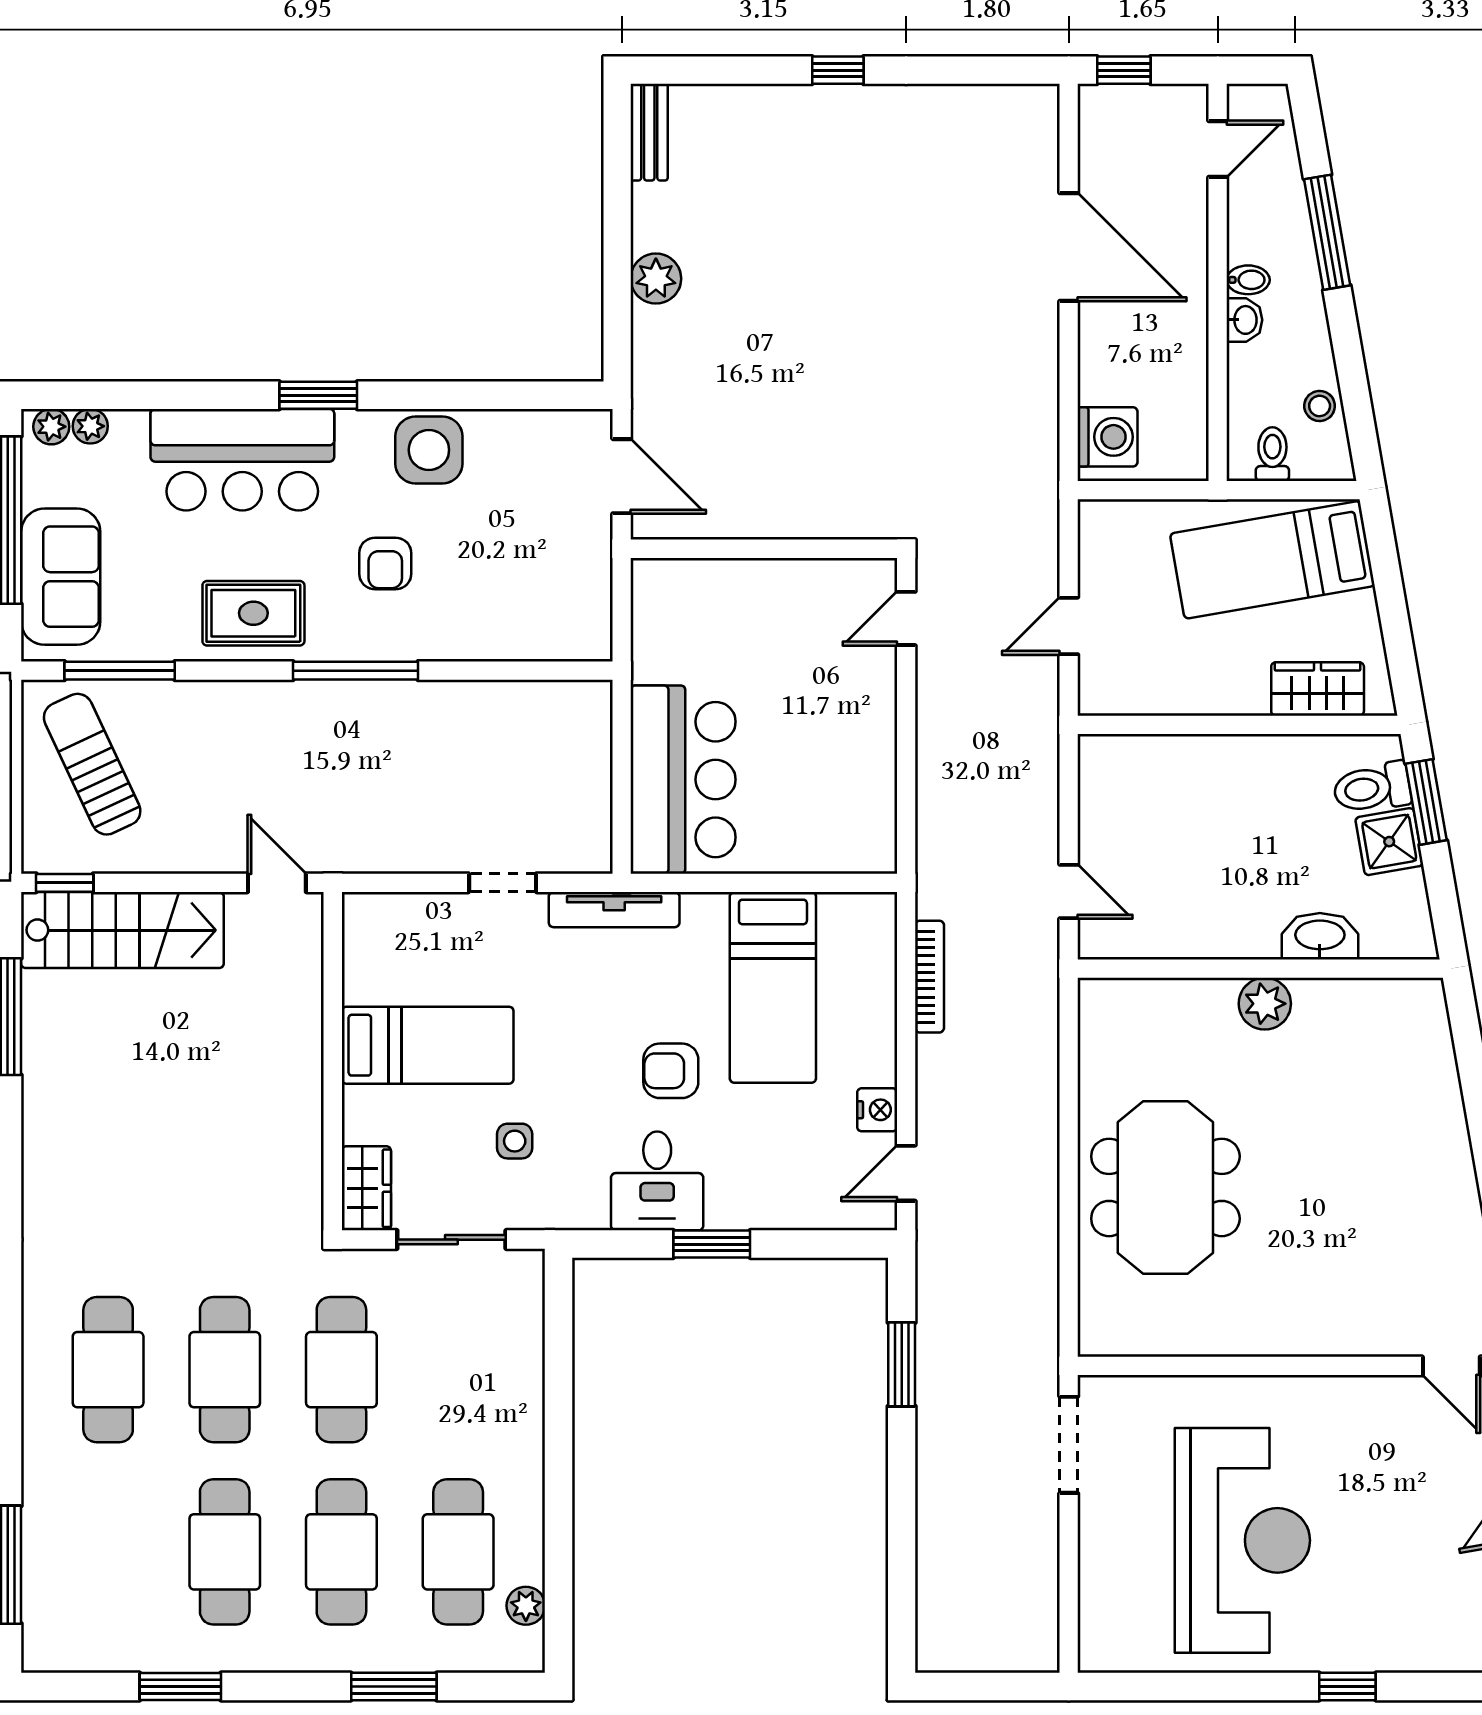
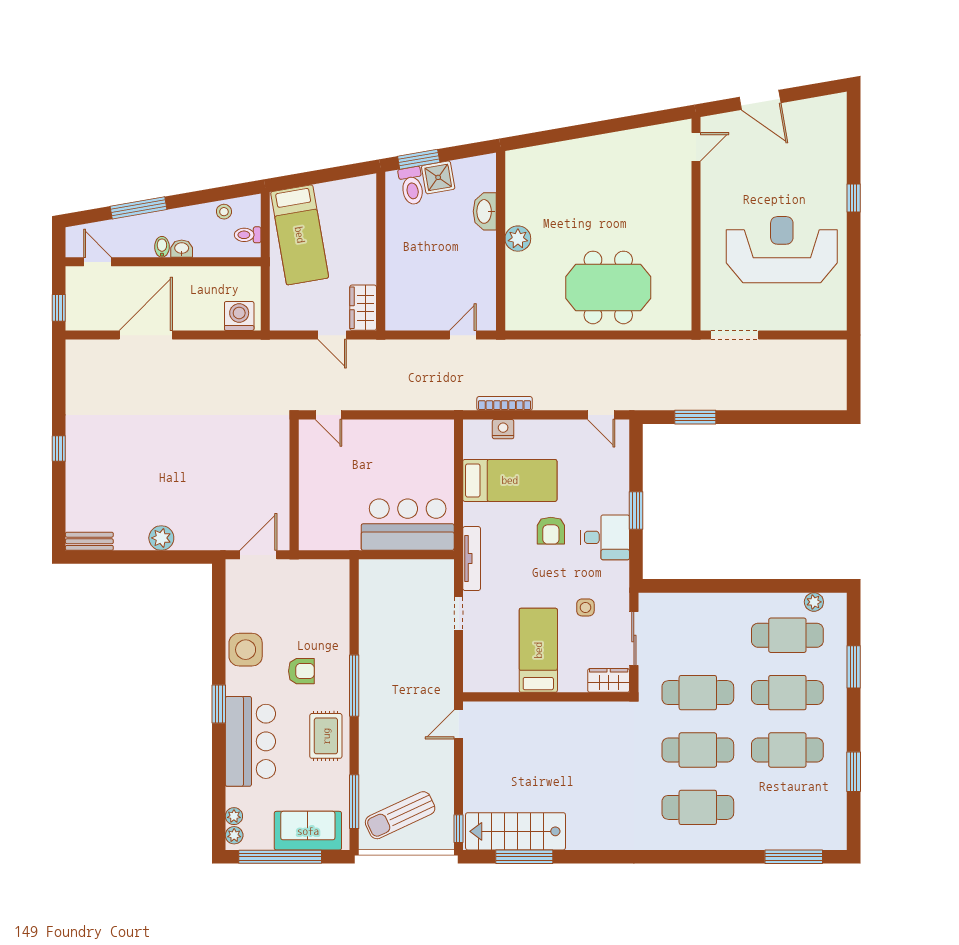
wardrobe: (1318, 689) -> (363, 308), moved
stairs: (122, 930) -> (516, 831), moved, turned -90
nightstand: (877, 1110) -> (503, 429), moved

